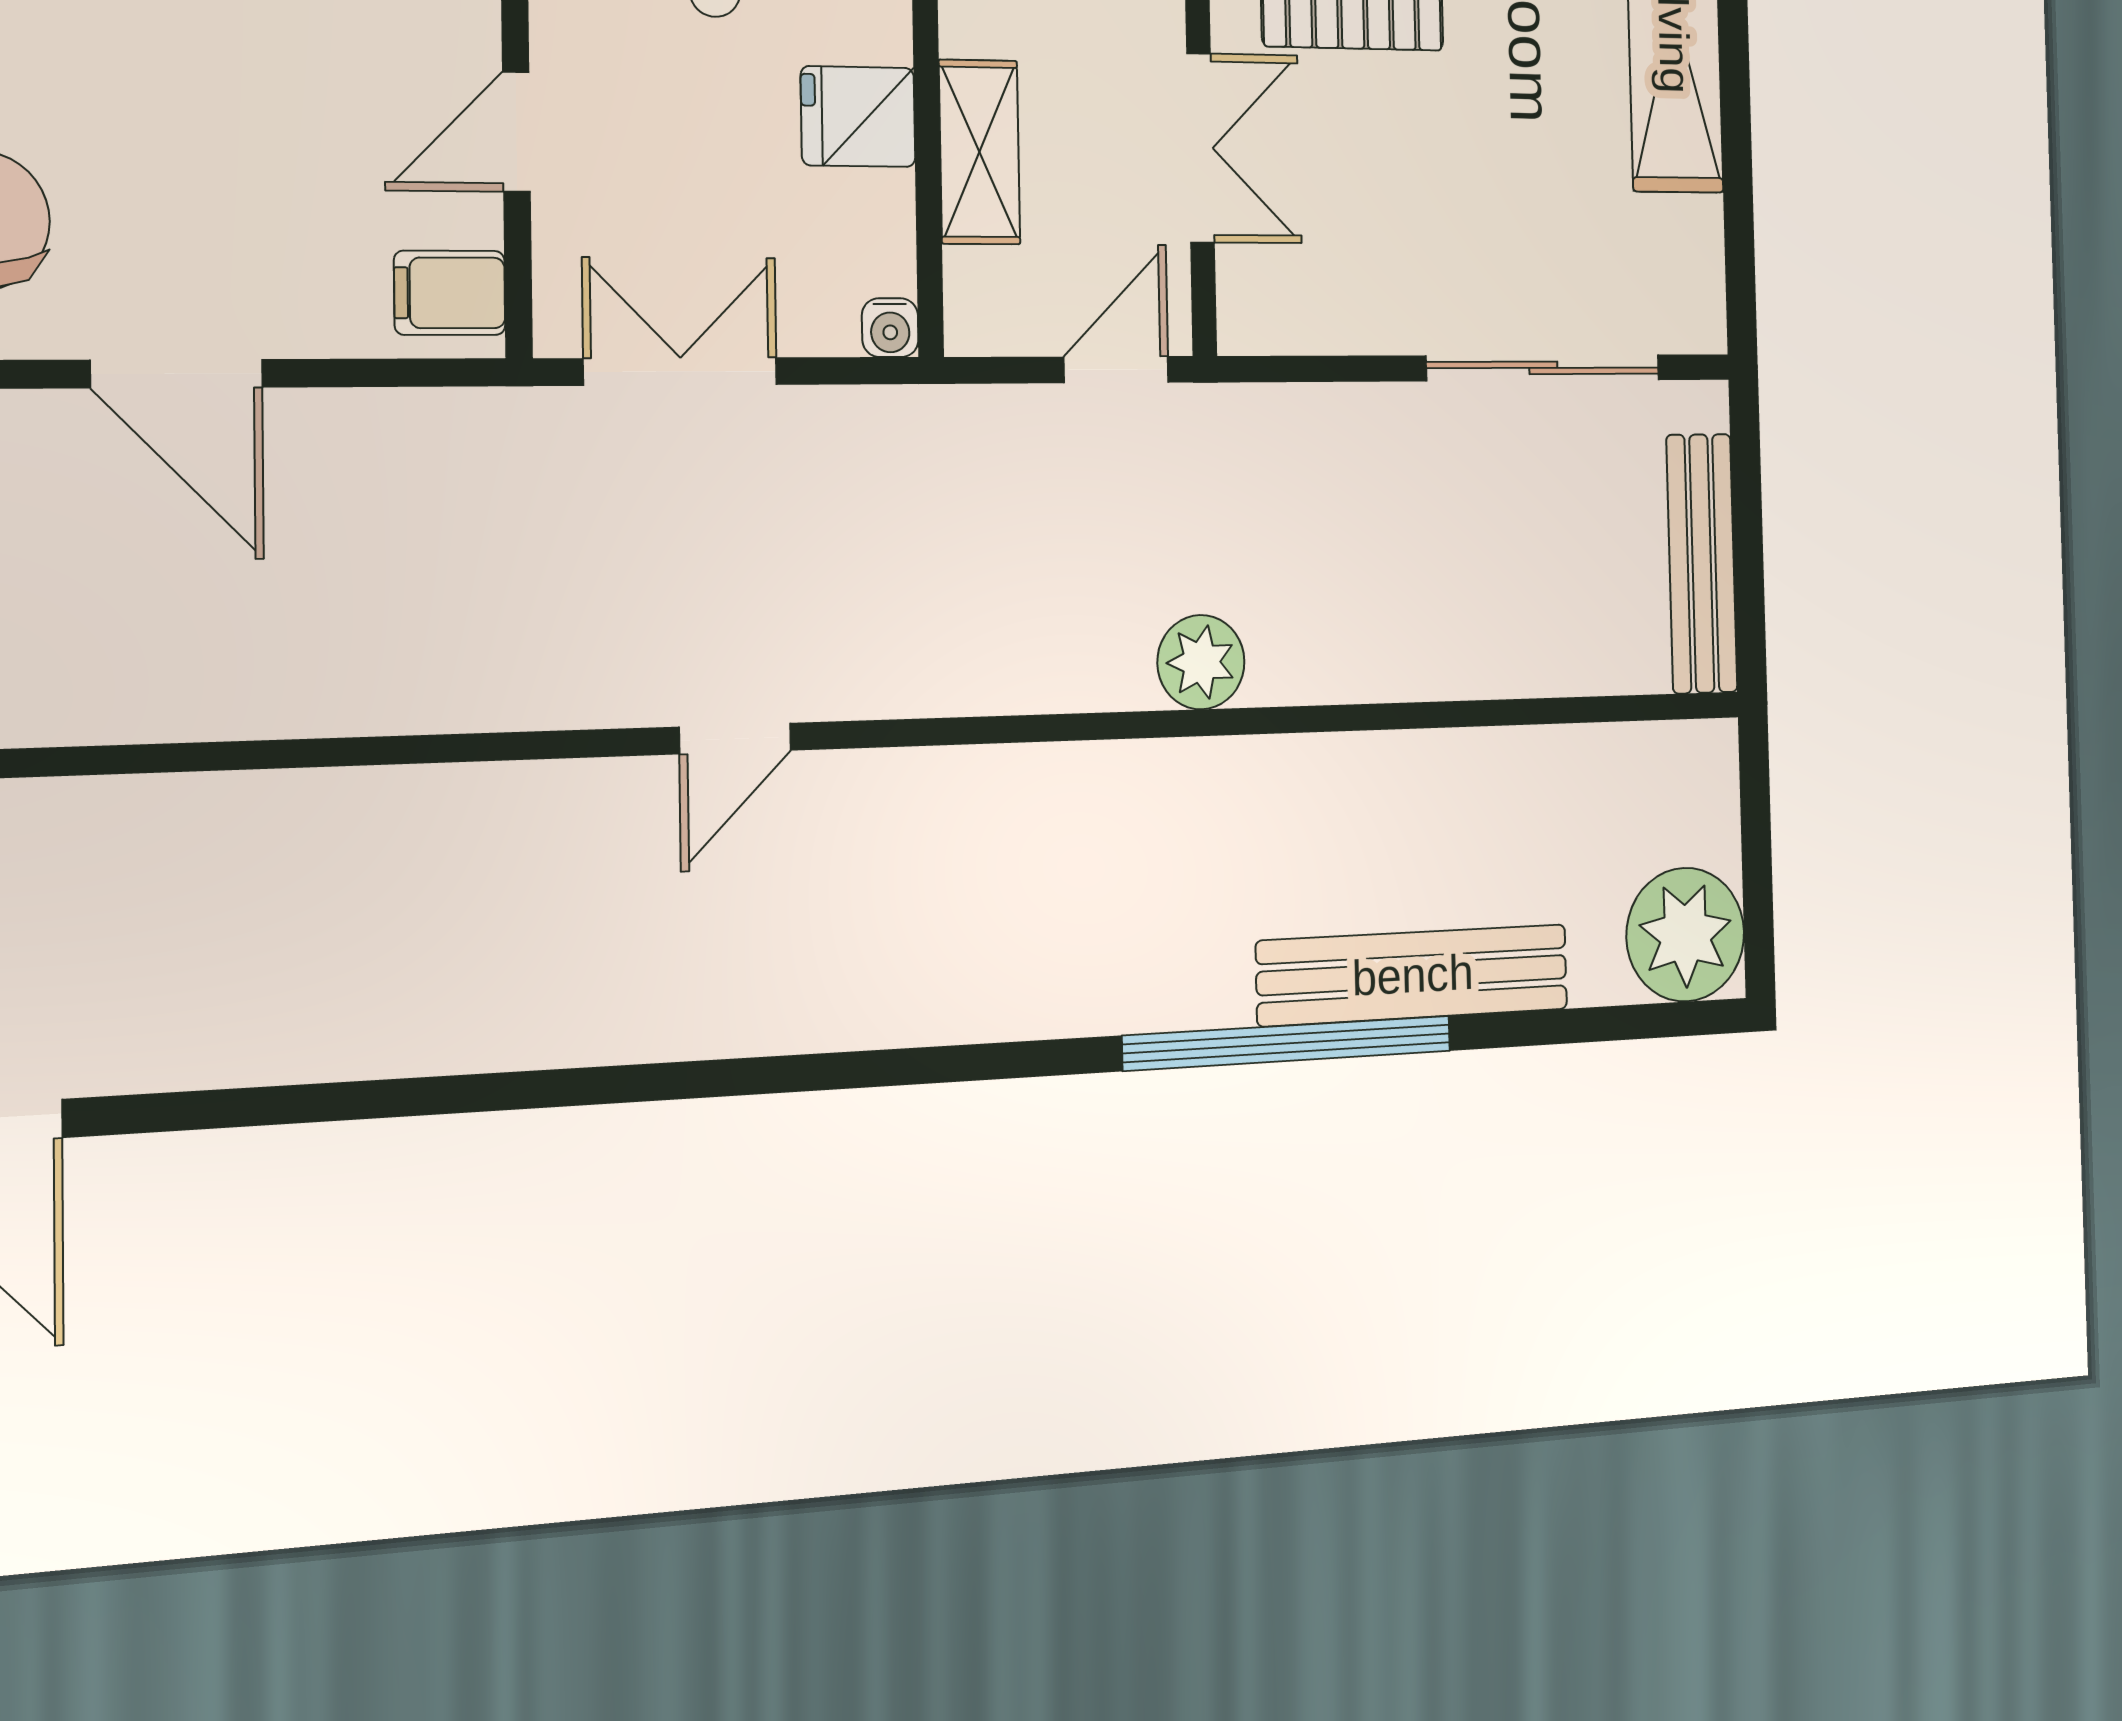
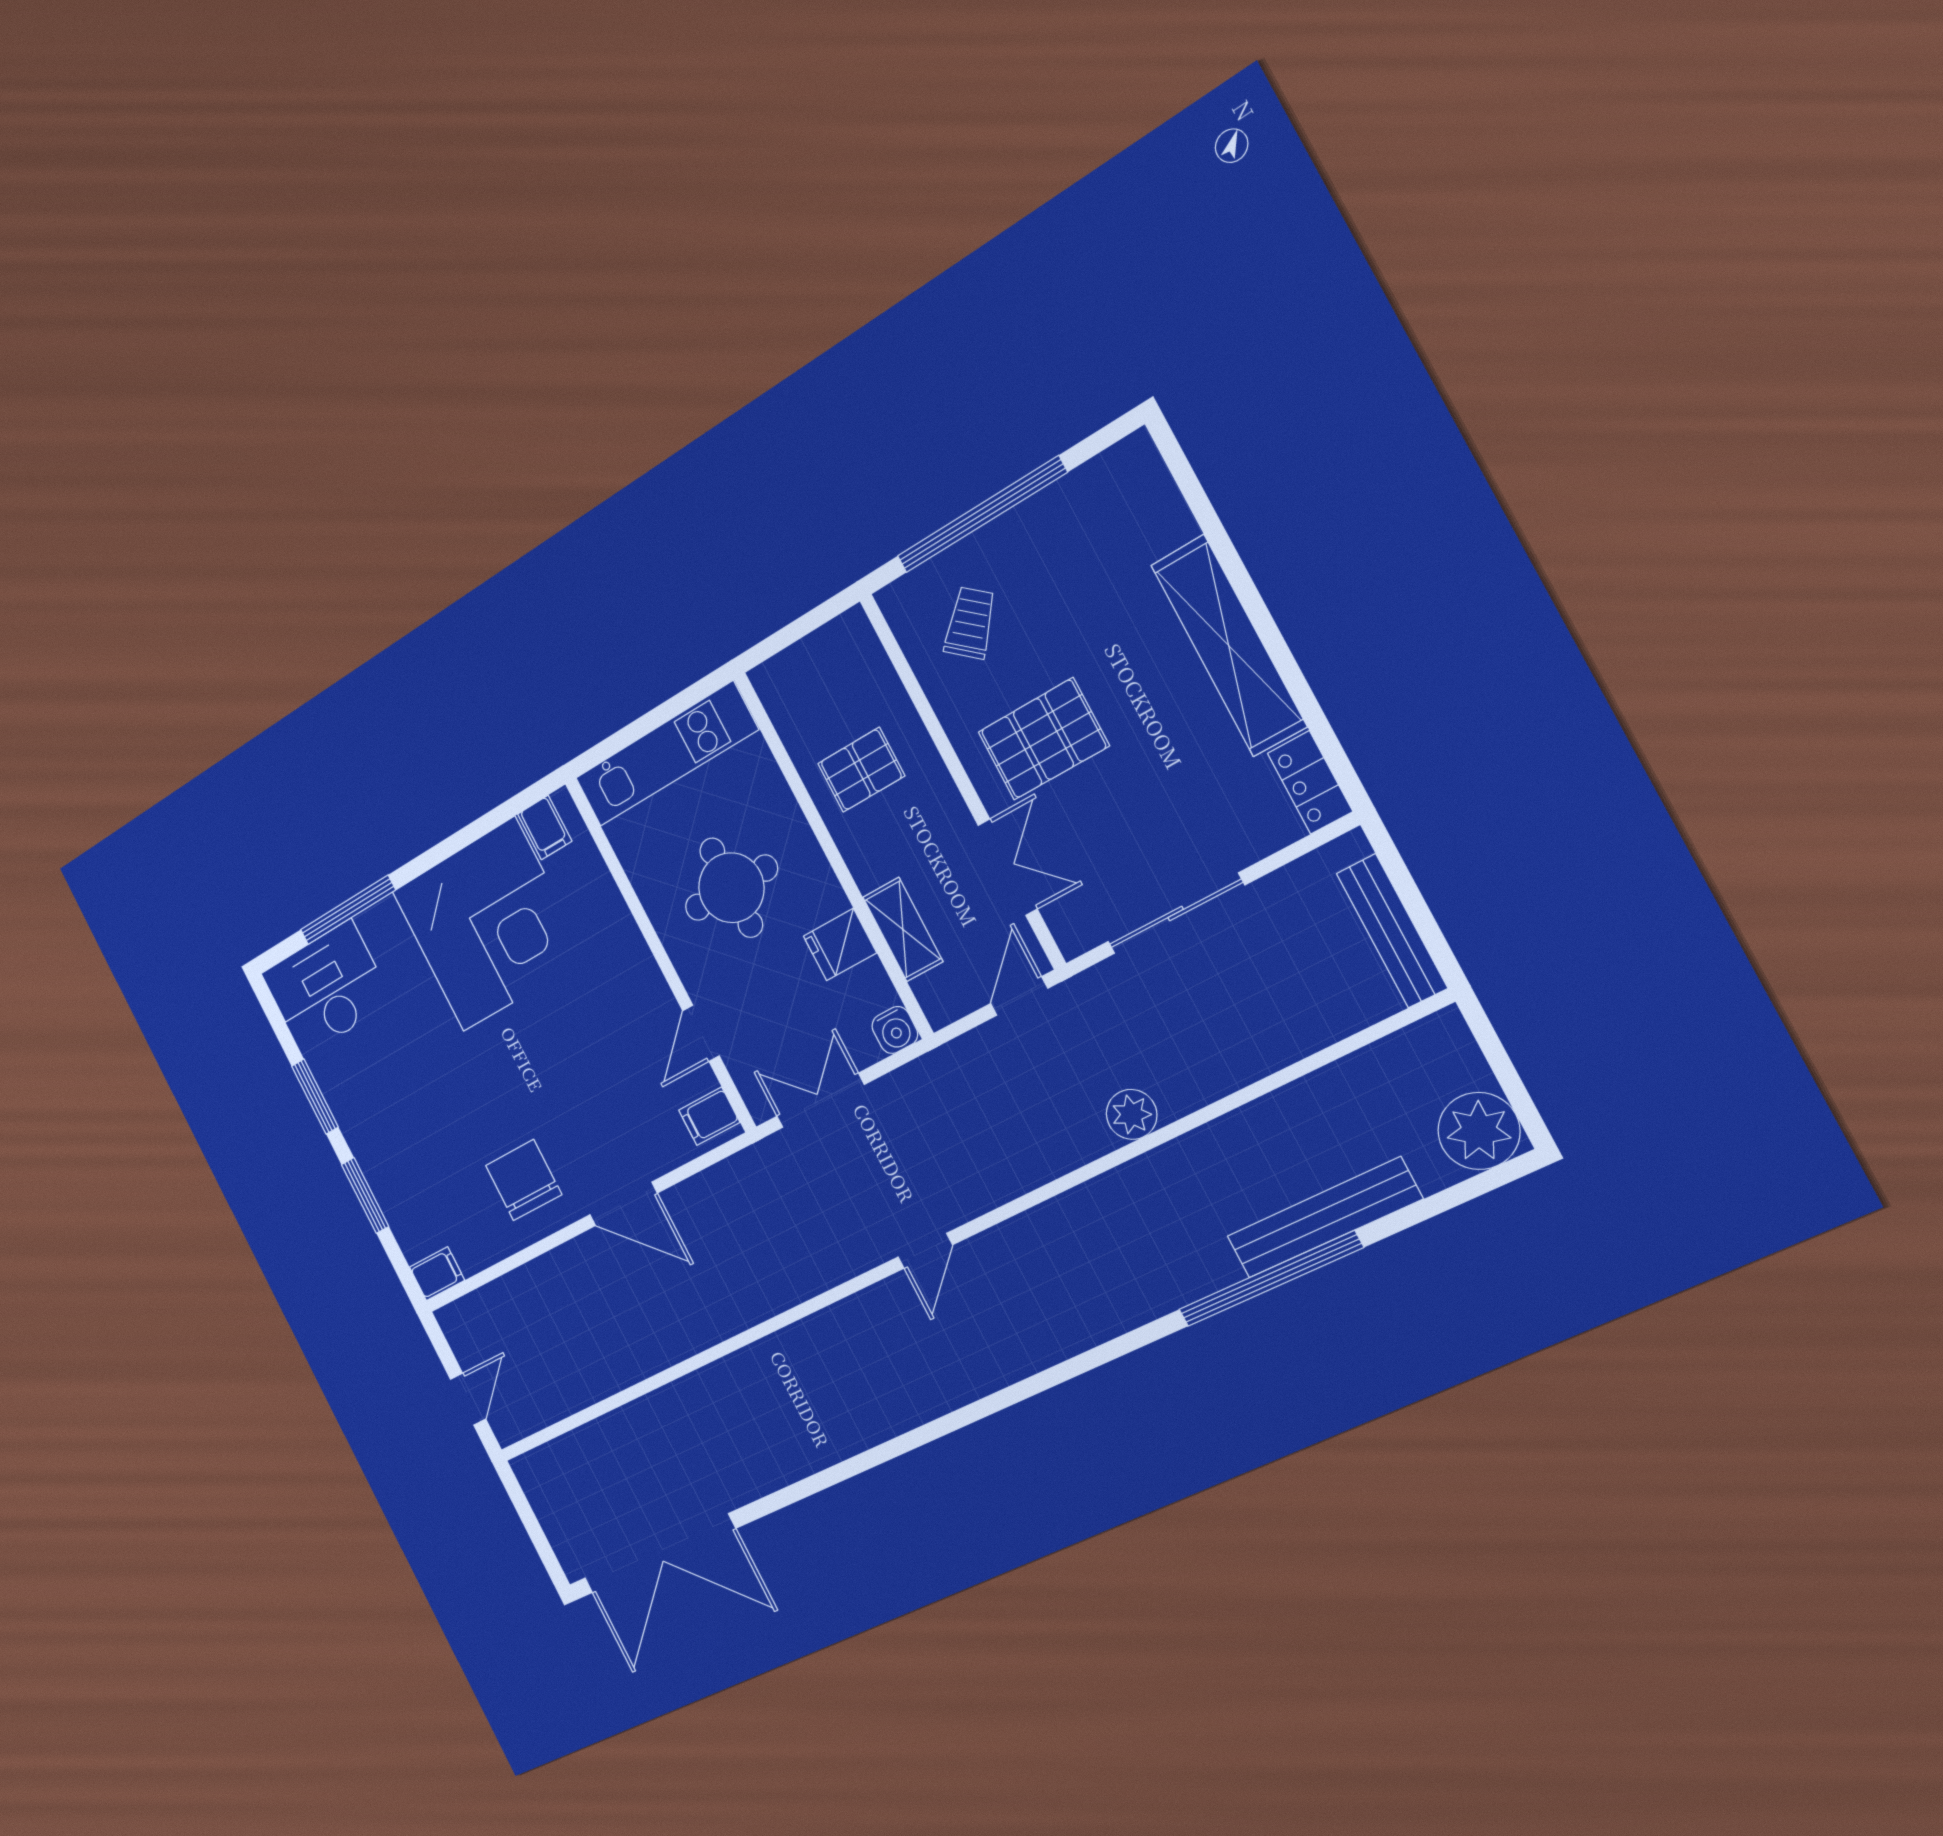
locker: (1691, 277) -> (1310, 782), added
water cooler: (890, 328) -> (895, 1030), width x1.38, depth x1.38
sliding door: (1543, 368) -> (1176, 914), moved

